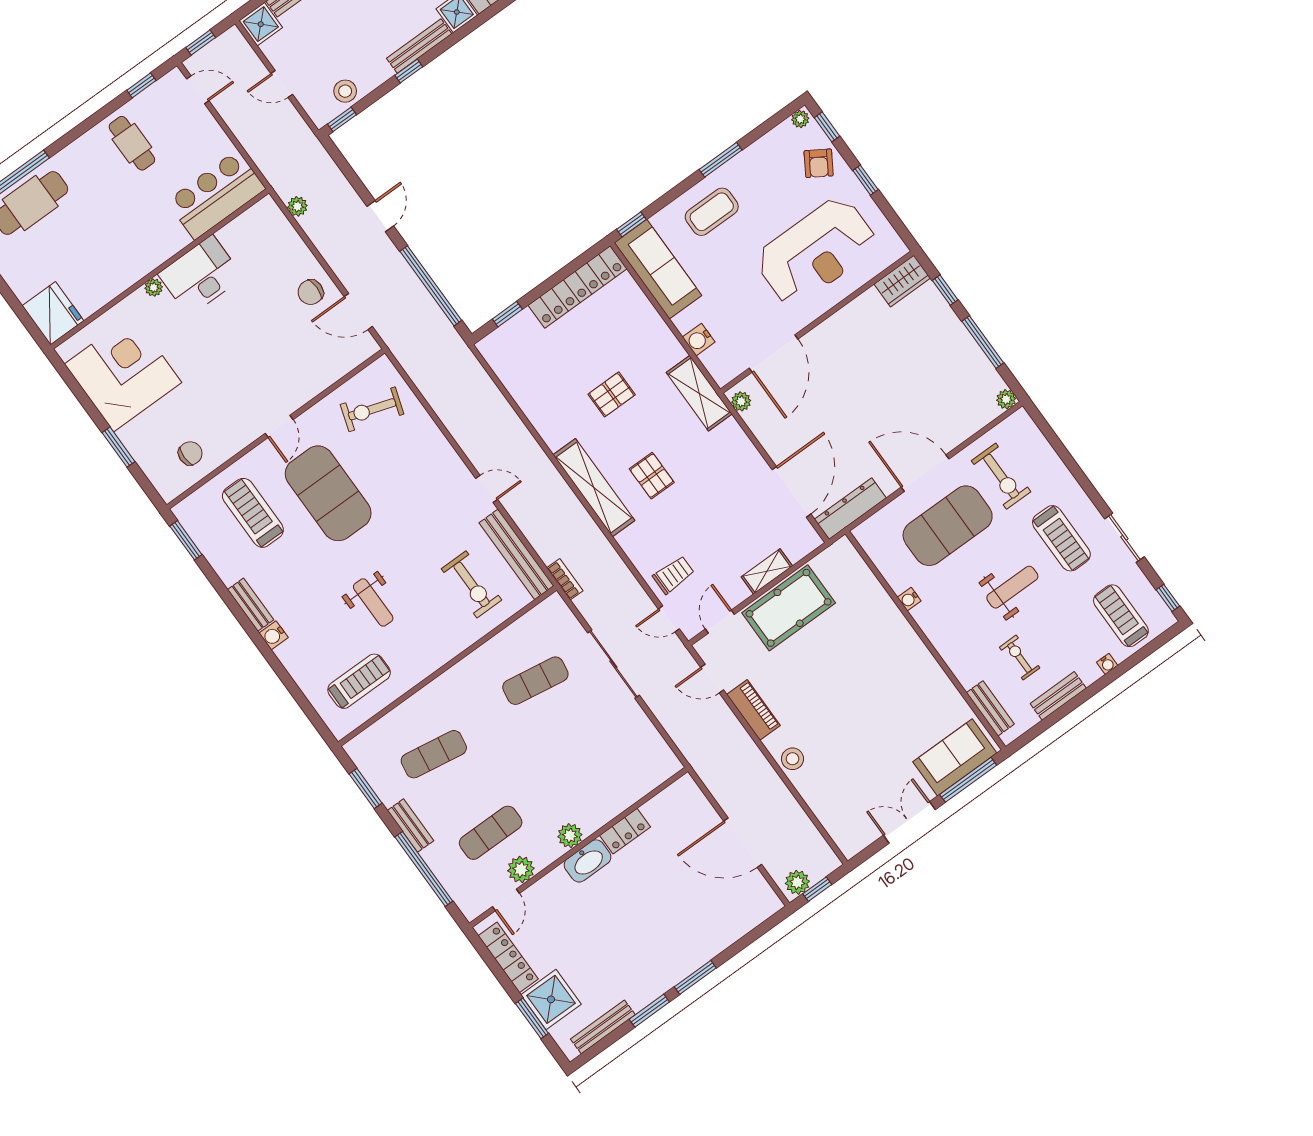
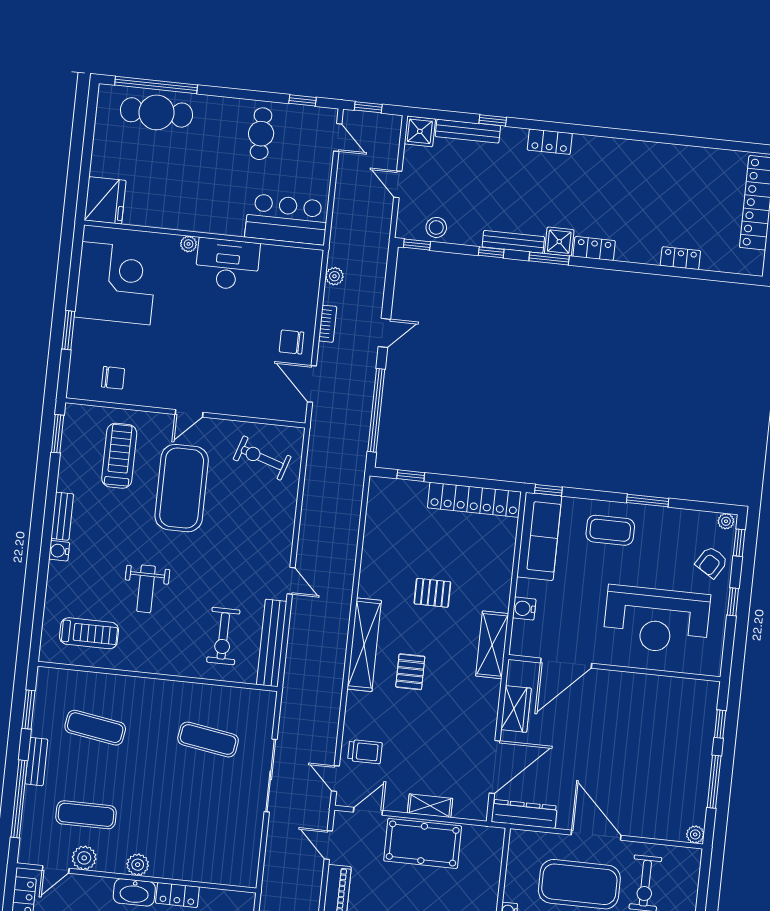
window: (461, 33) -> (549, 258), added
wardrobe: (902, 281) -> (516, 709), moved, turned -90
plant: (741, 401) -> (515, 676), removed
bookcase: (565, 579) -> (328, 324), moved

